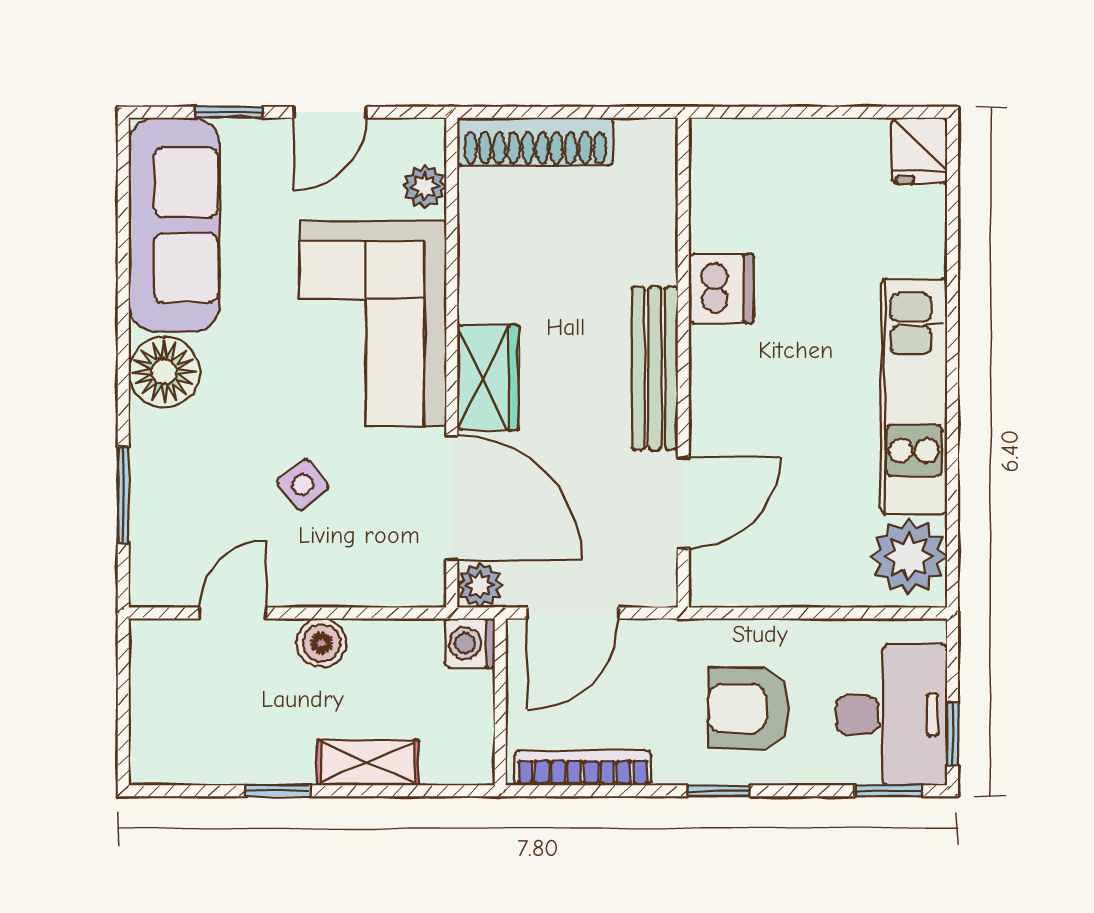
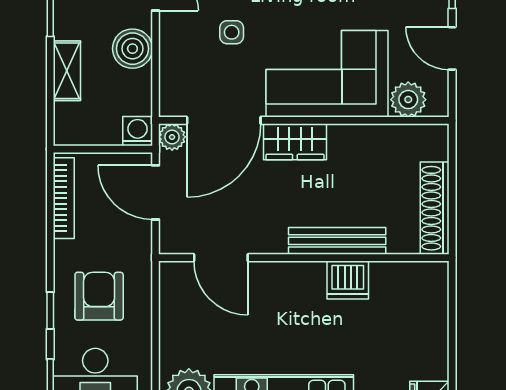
shoe rack: (535, 142) -> (435, 208), moved
plant: (425, 186) -> (408, 100), width x1.38, depth x1.38
bench: (655, 368) -> (337, 241), moved
side table: (303, 484) -> (232, 32), turned 38
boiler: (322, 643) -> (132, 49), width x1.36, depth x1.36
window: (718, 791) -> (50, 311), moved

